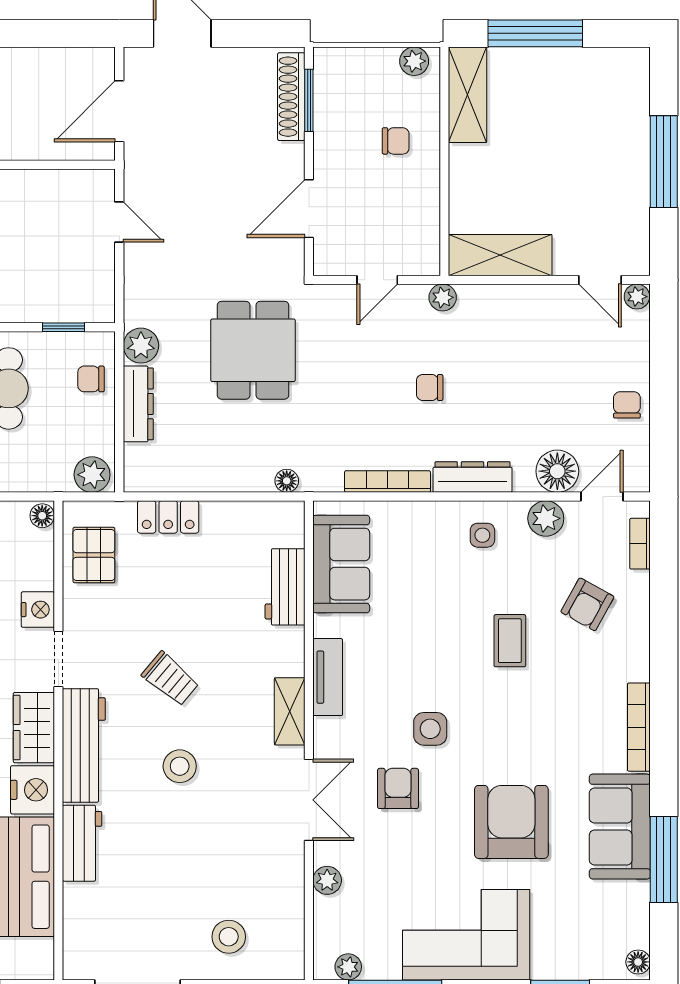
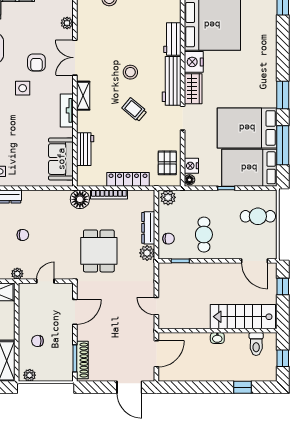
floor lamp: (287, 481) -> (80, 199), width x1.89, depth x1.89
bookcase: (388, 482) -> (109, 194), moved
locker: (168, 517) -> (128, 179), width x1.53
nightstand: (38, 610) -> (191, 166), moved

